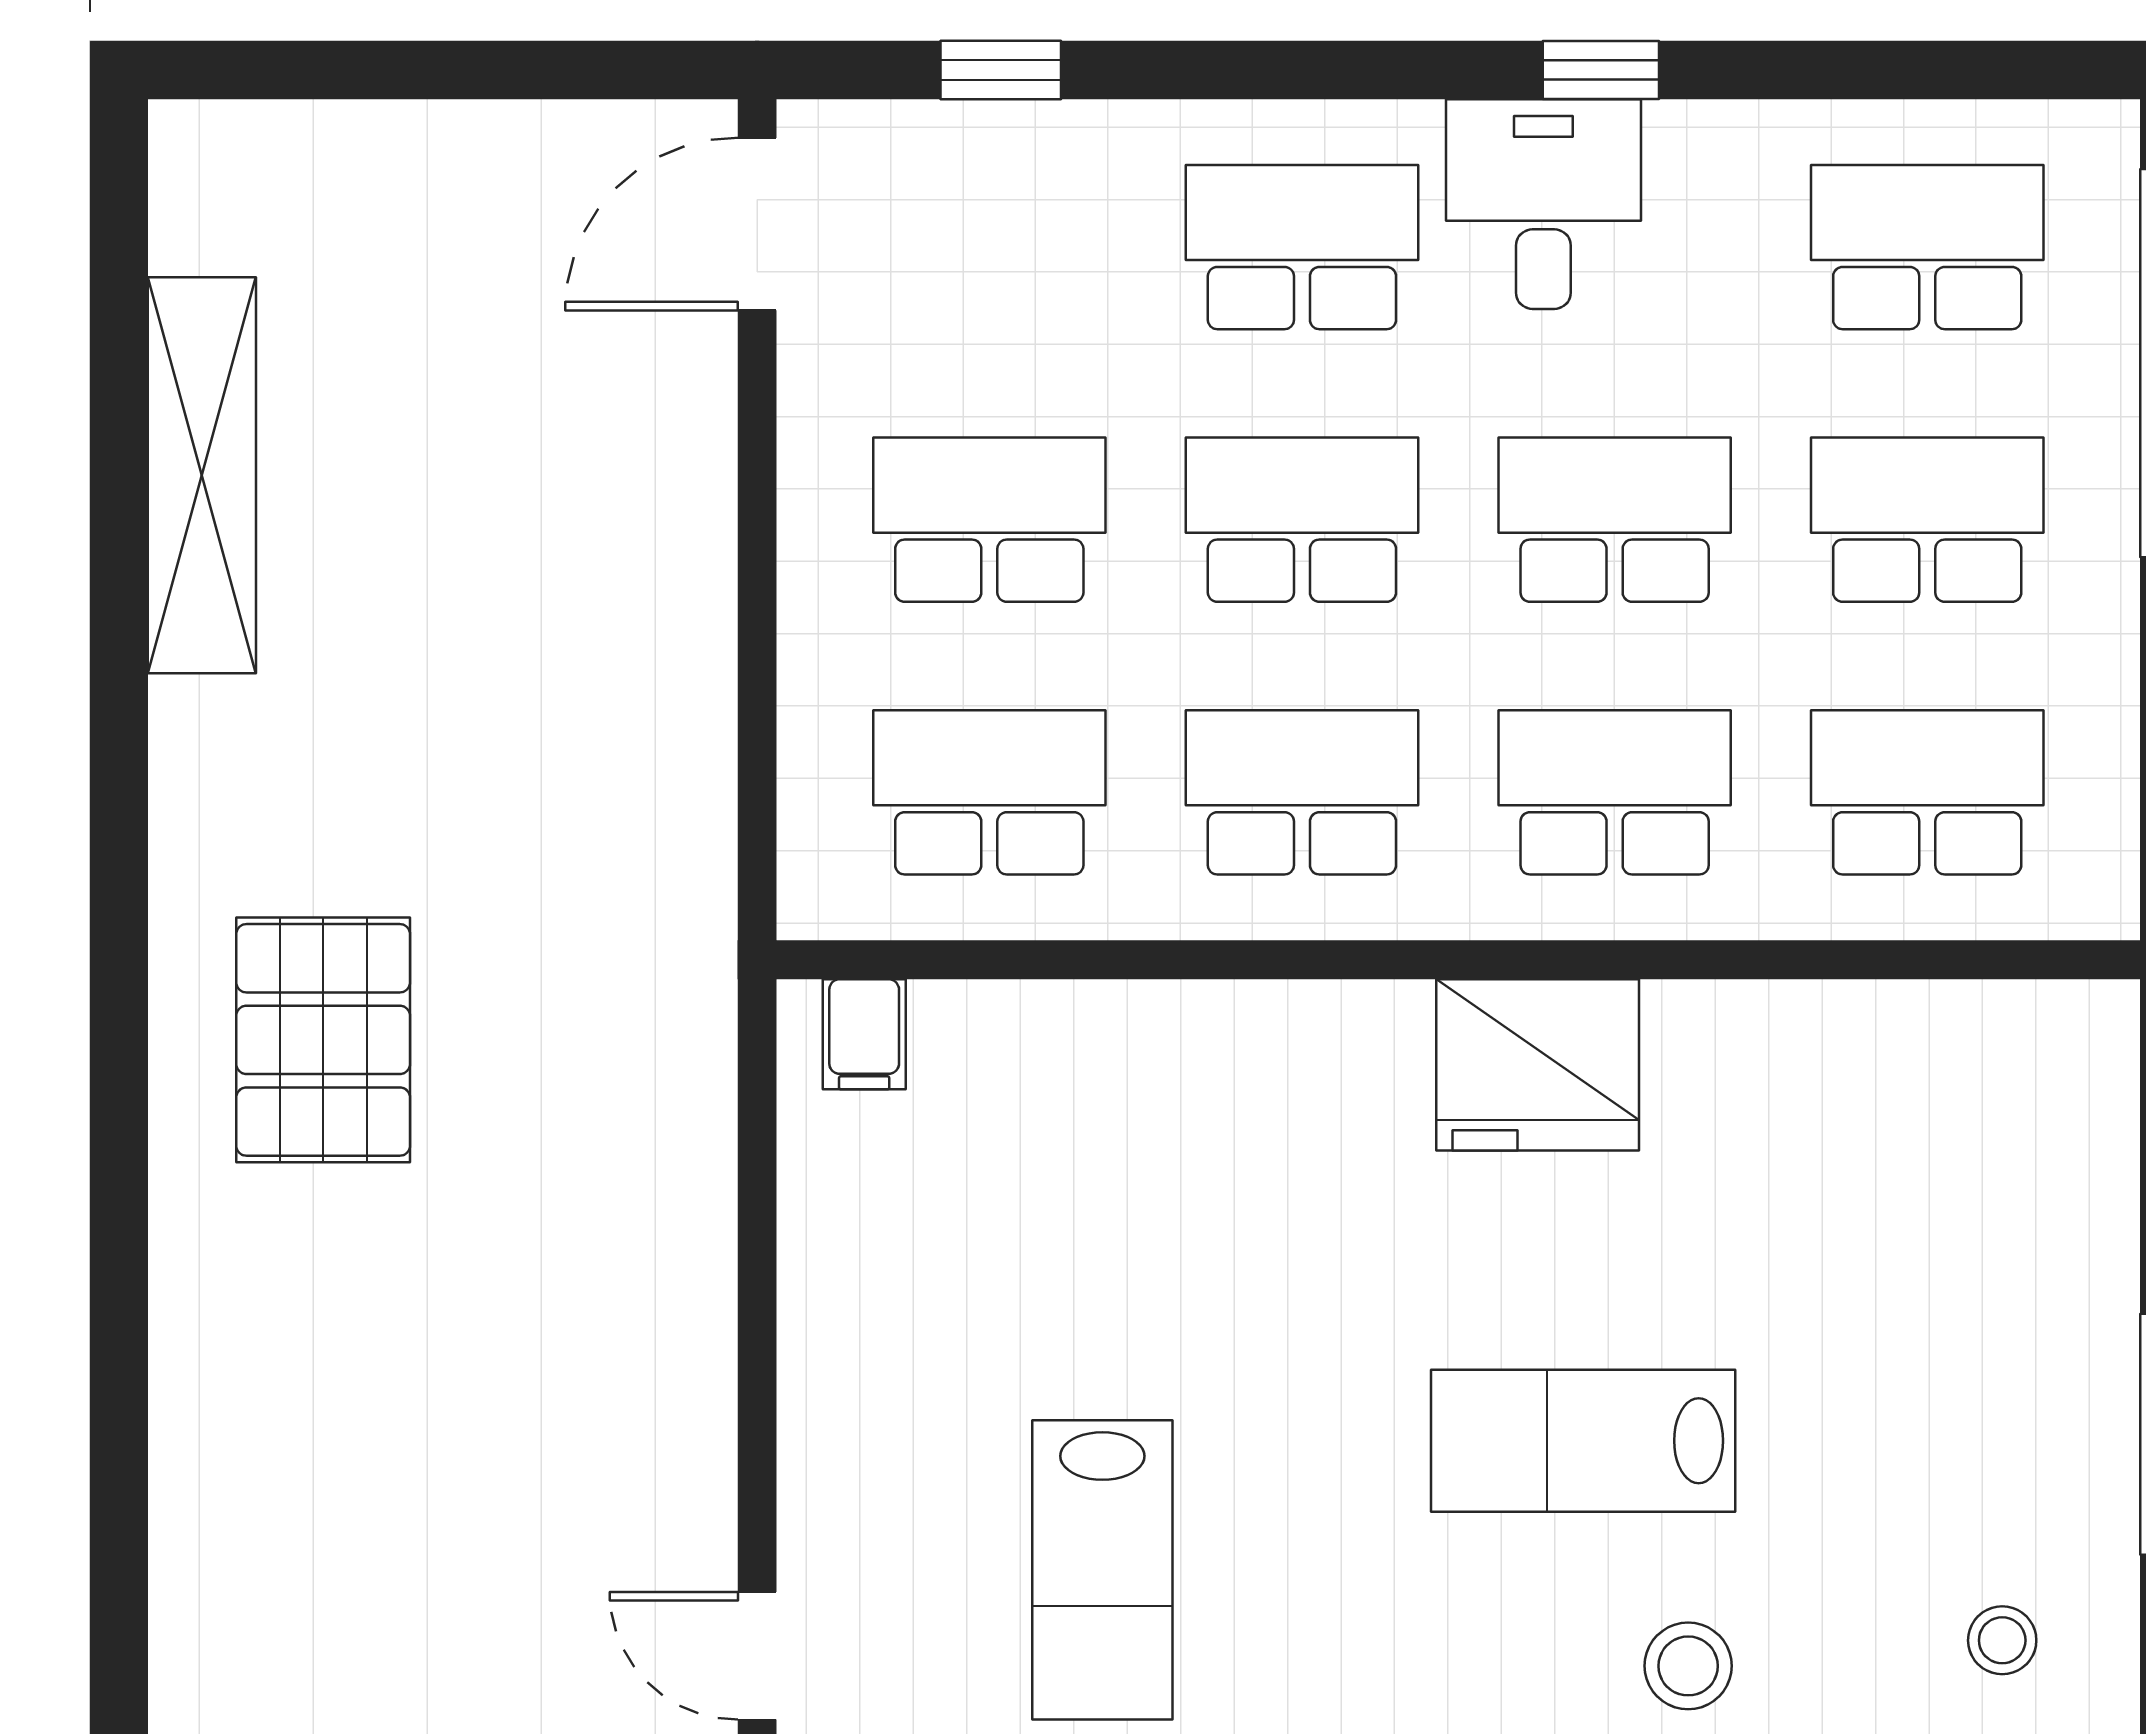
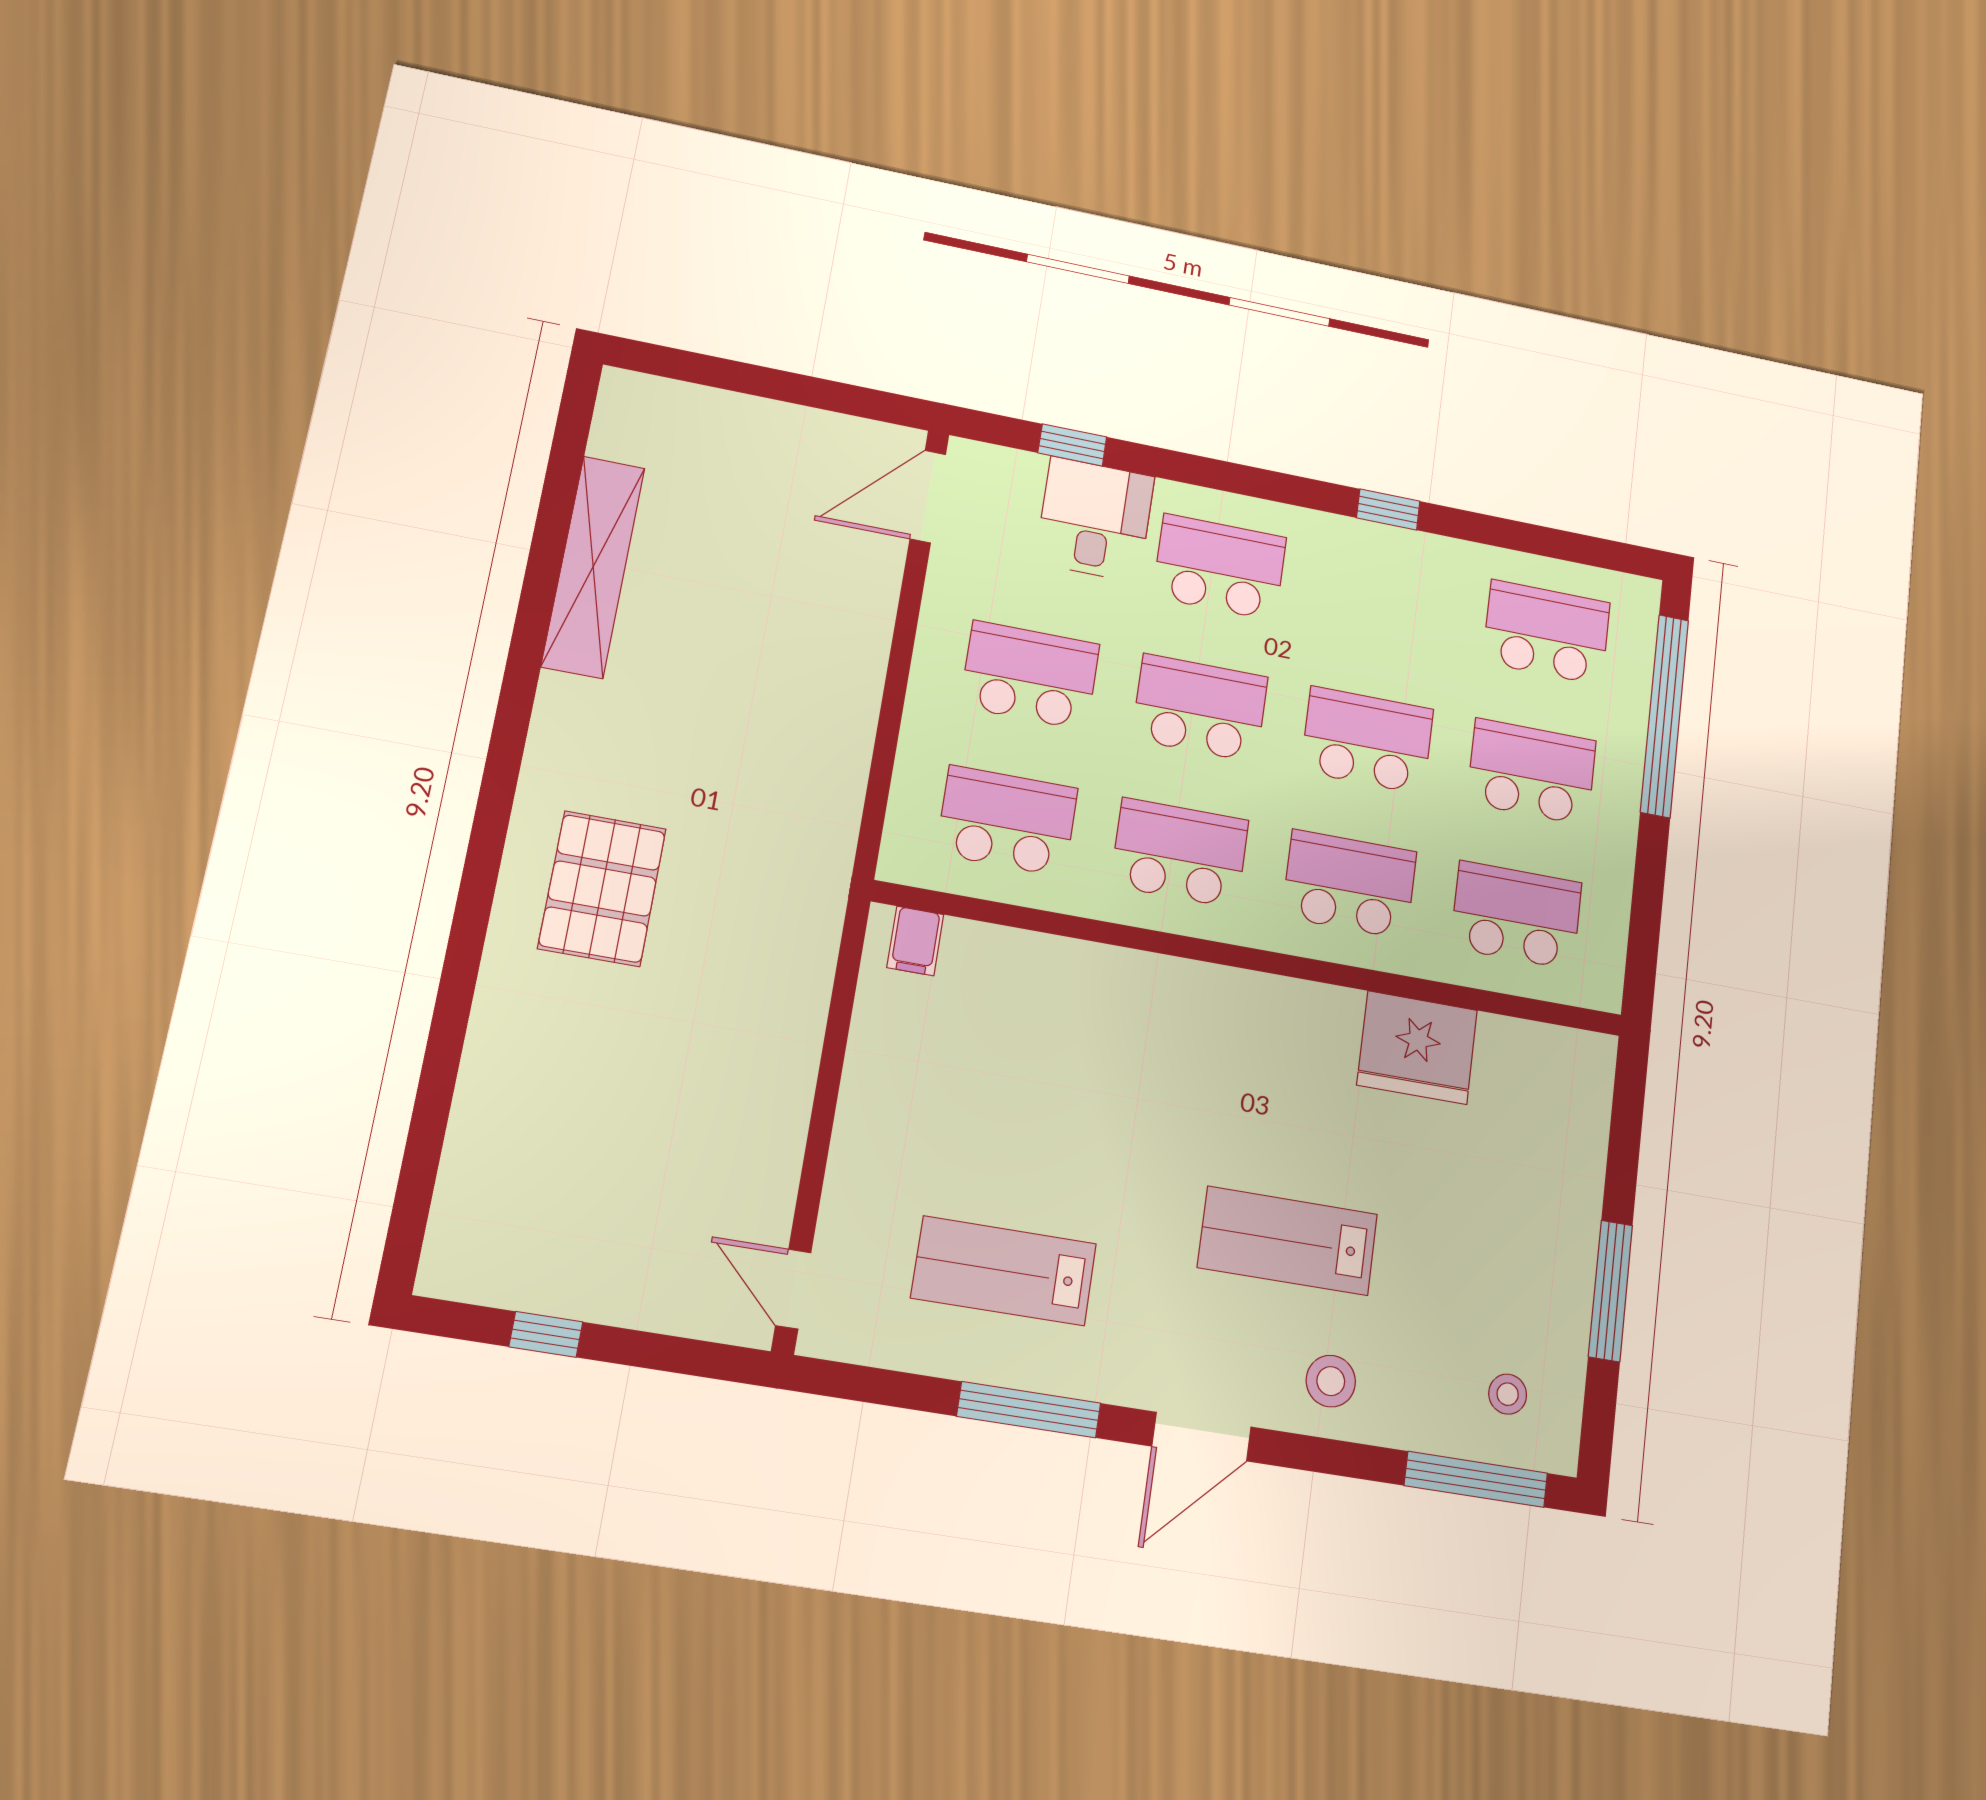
desk: (1543, 204) -> (1095, 519), moved
fridge: (1538, 1065) -> (1417, 1048), moved
lab bench: (1102, 1570) -> (1004, 1271), turned 90

